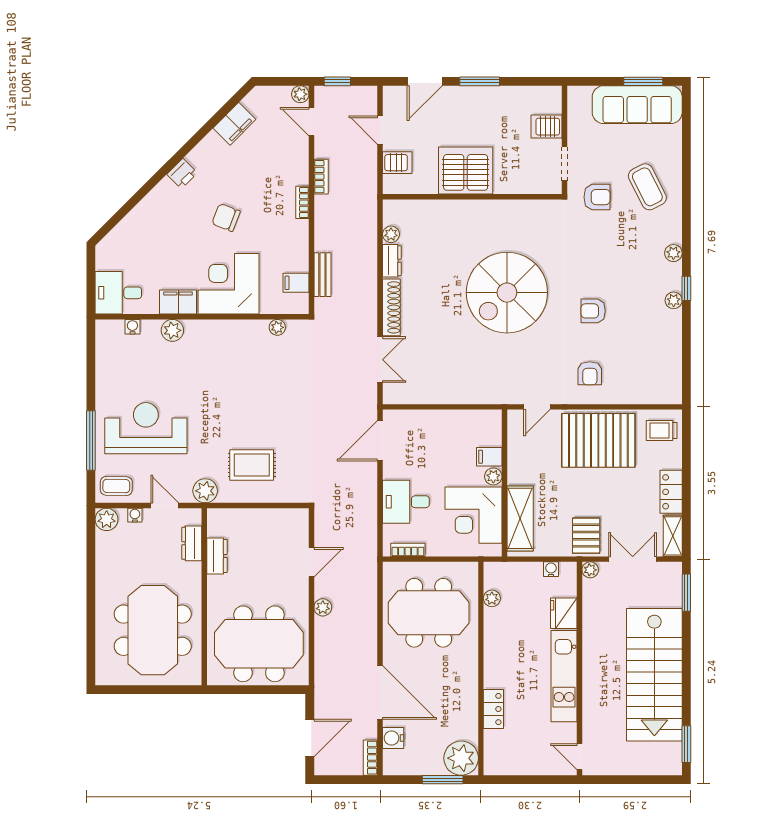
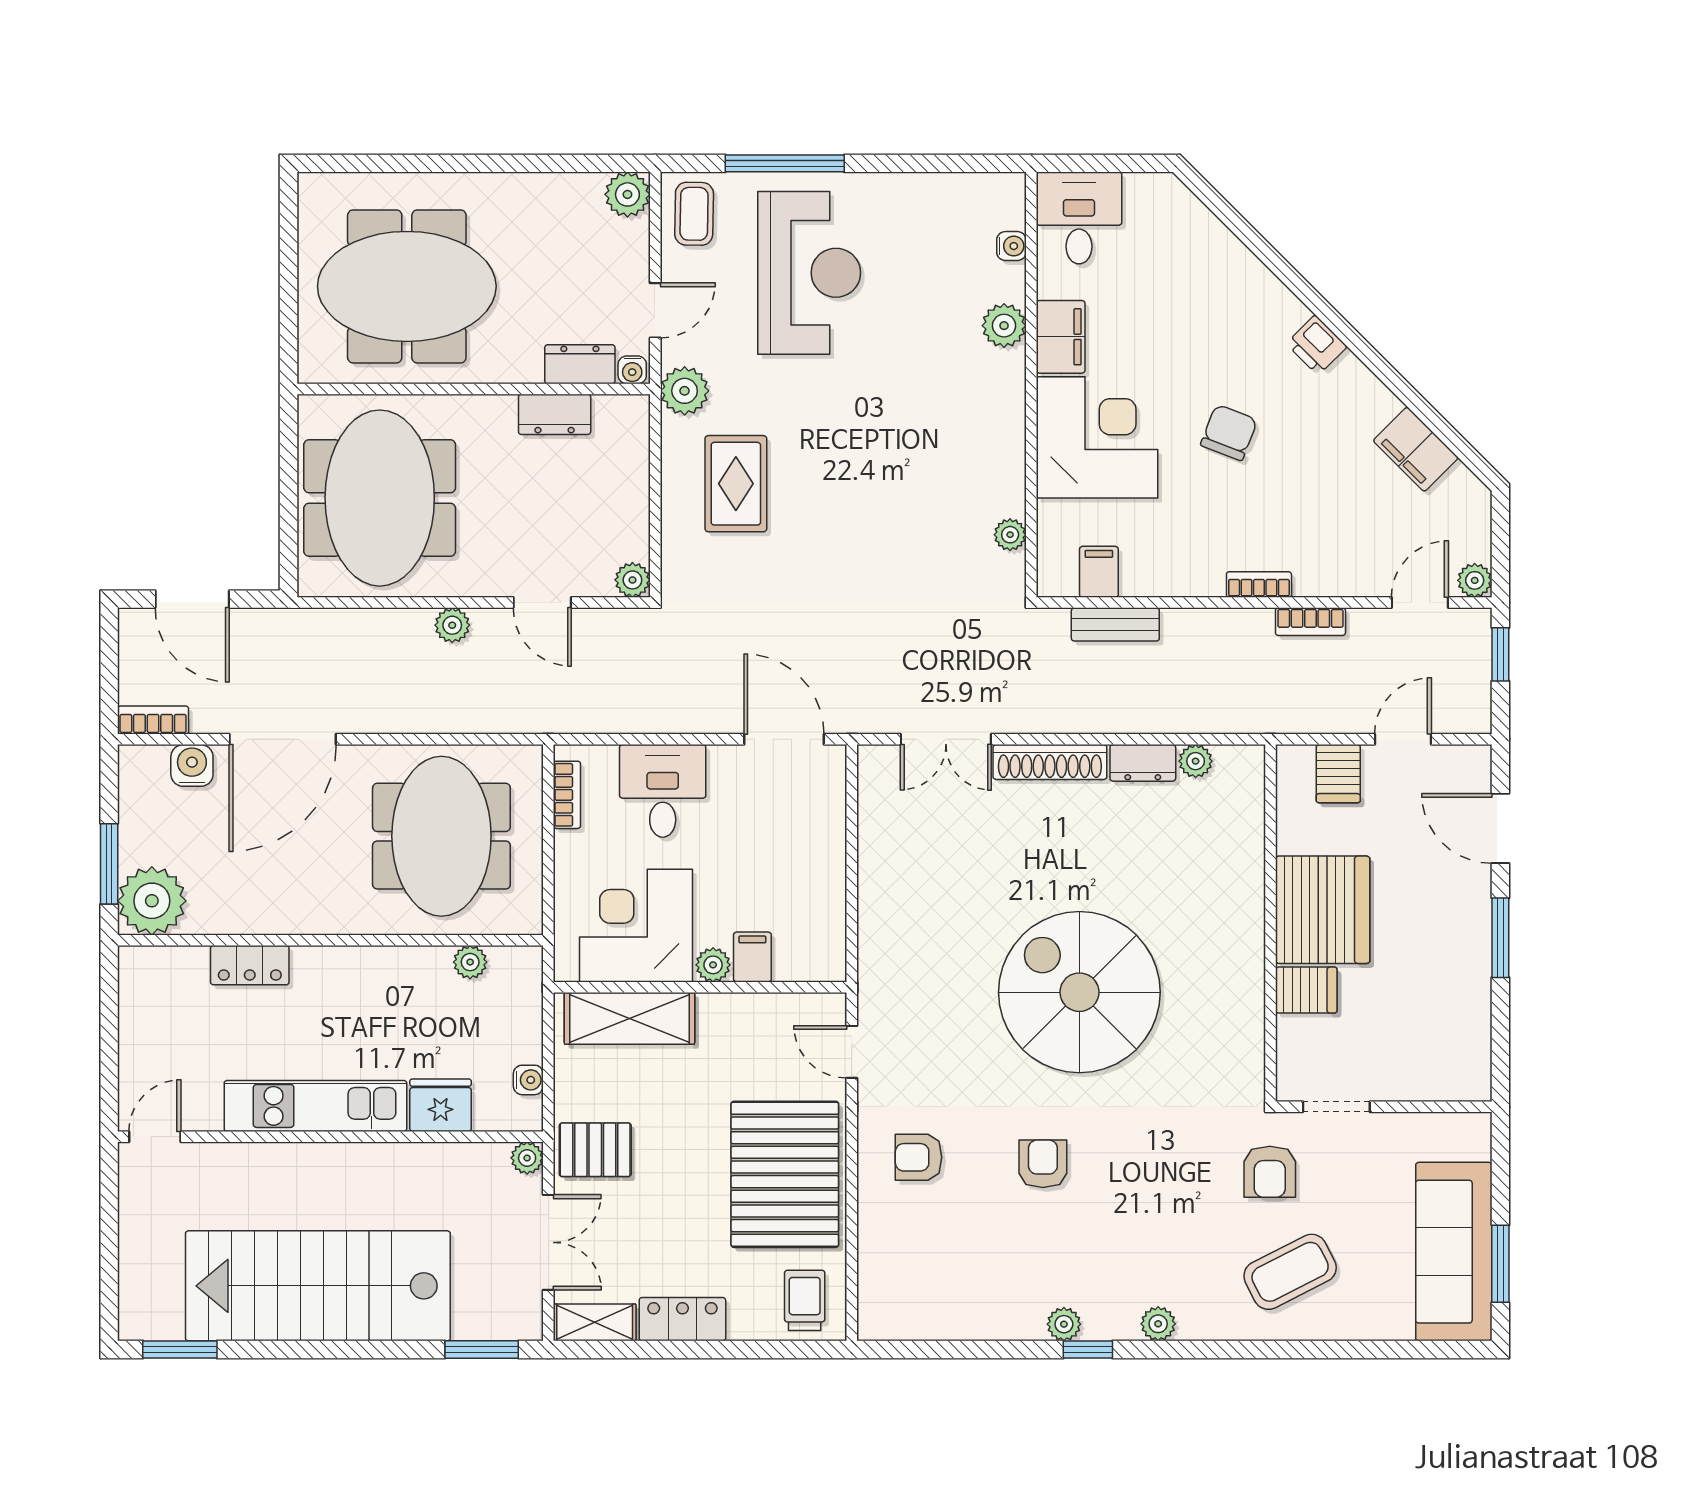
server rack: (547, 127) -> (1306, 990), moved, turned 90
water cooler: (135, 515) -> (632, 370), moved, turned 90
plant: (300, 517) -> (632, 580), added

